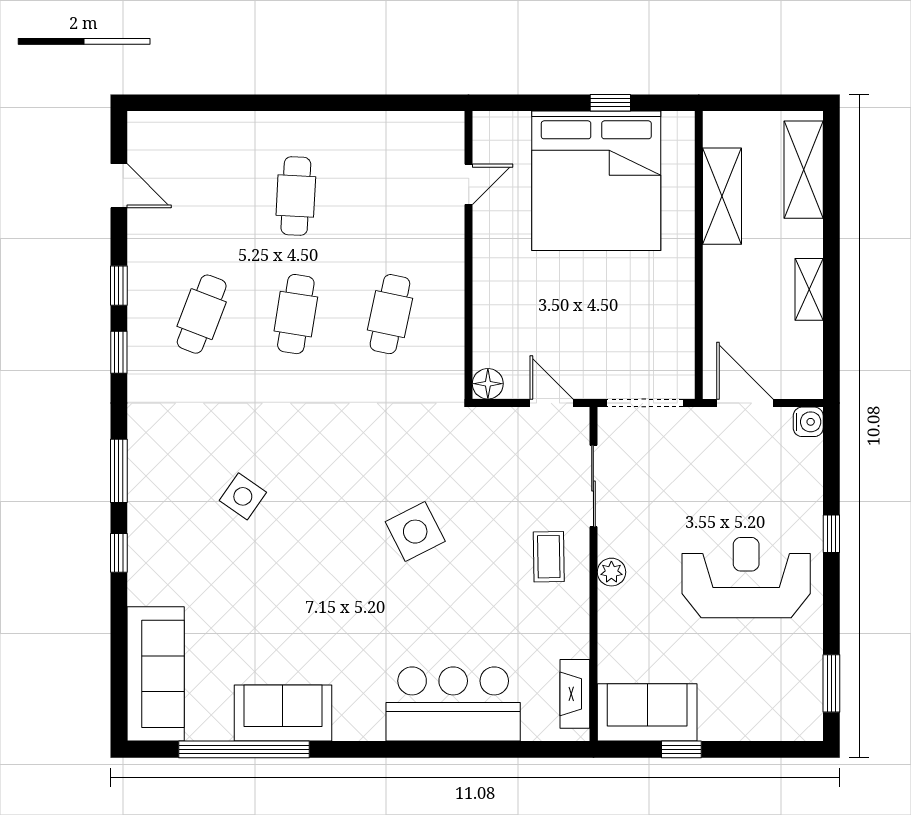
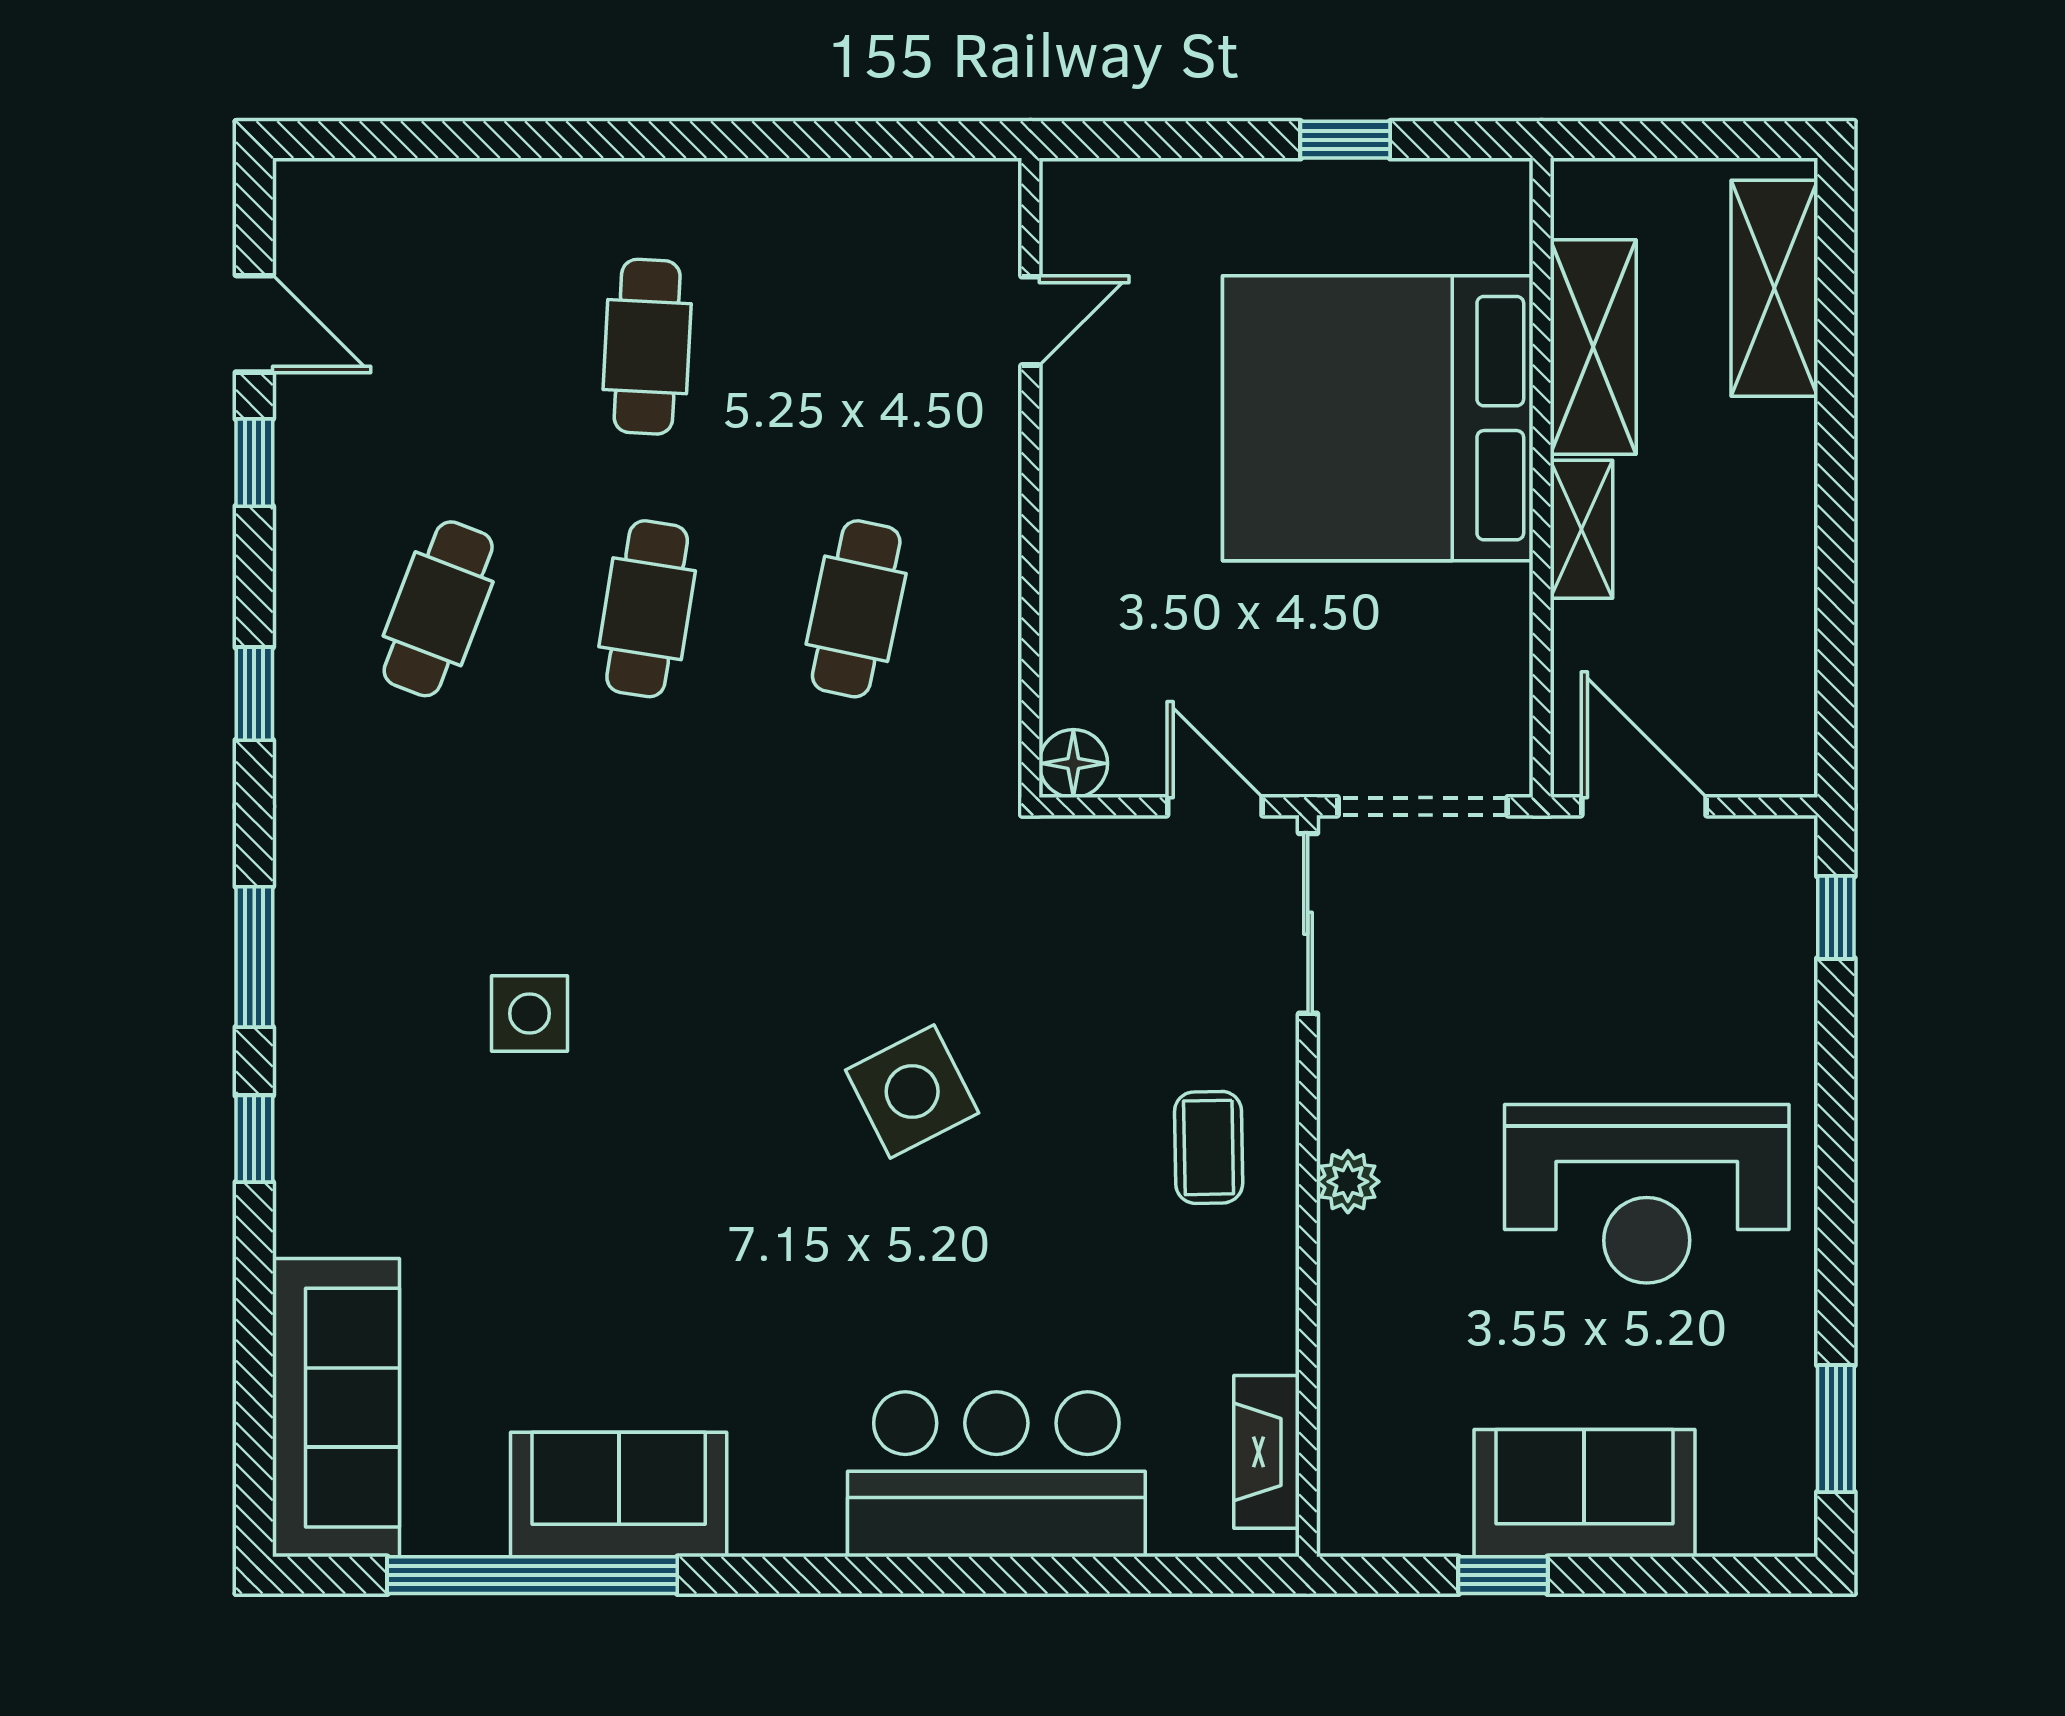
bed: (596, 181) -> (1378, 418), moved, turned 90
window: (119, 286) -> (254, 463), moved
shelving: (809, 289) -> (1581, 529), moved
water cooler: (808, 422) -> (1785, 848), removed
sliding door: (593, 486) -> (1308, 923), moved
side table: (243, 496) -> (529, 1013), turned -35
window: (831, 534) -> (1836, 917), moved
reception desk: (746, 578) -> (1647, 1194), turned 180
sofa: (647, 712) -> (1584, 1493), moved

